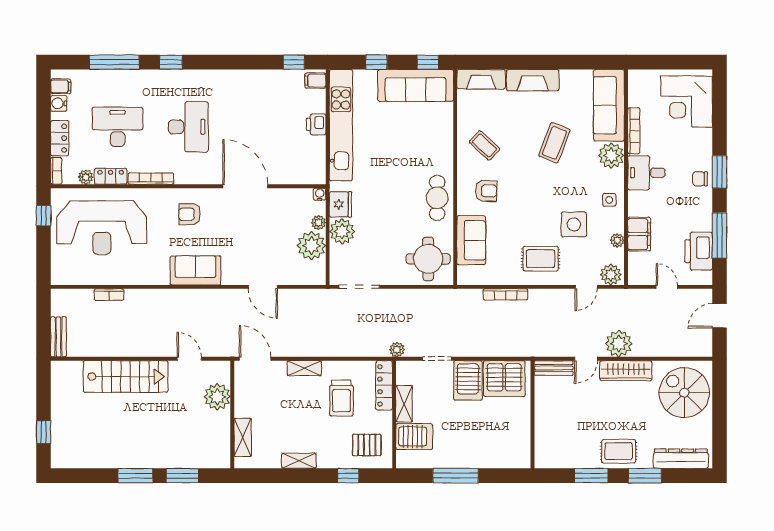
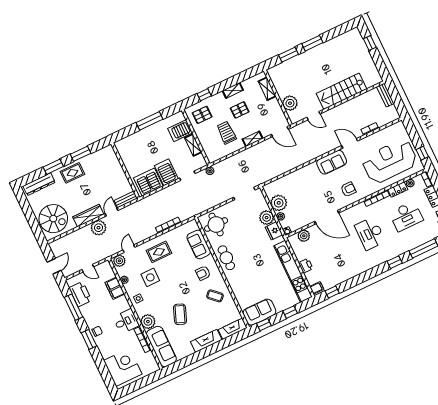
sofa: (416, 85) -> (259, 312), width x0.73
plant: (296, 174) -> (304, 236), added
door: (263, 287) -> (350, 143), moved
locker: (384, 385) -> (208, 149), removed
pallet: (303, 424) -> (240, 110), added

